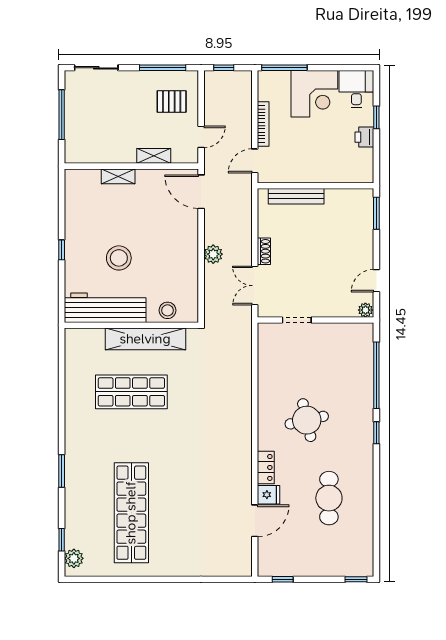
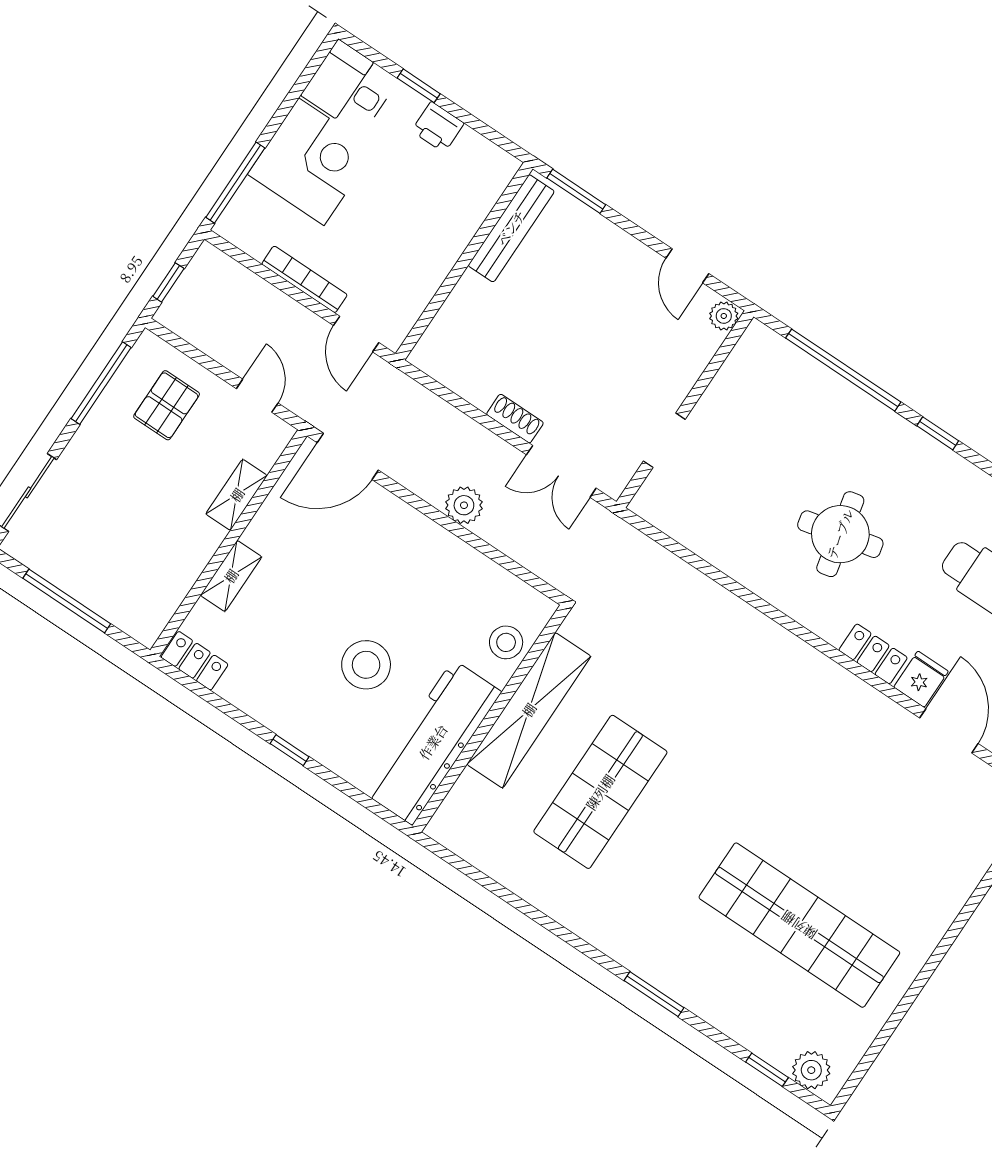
locker: (72, 185) -> (195, 661), added
bench: (296, 196) -> (511, 228), moved

